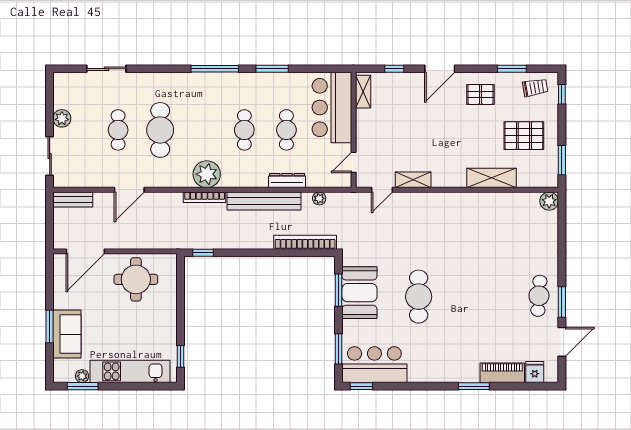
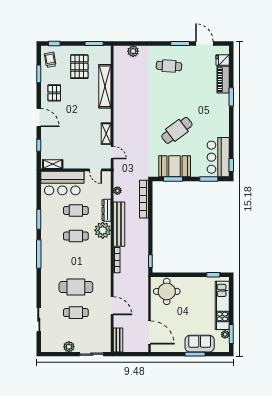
plant: (207, 174) -> (103, 230), moved
shelving: (491, 178) -> (105, 86), width x1.47
plant: (549, 201) -> (133, 51), moved
round table: (136, 279) -> (167, 291), moved
cafe table: (539, 296) -> (169, 66), moved
cafe table: (419, 297) -> (177, 130), turned -37

